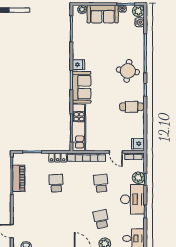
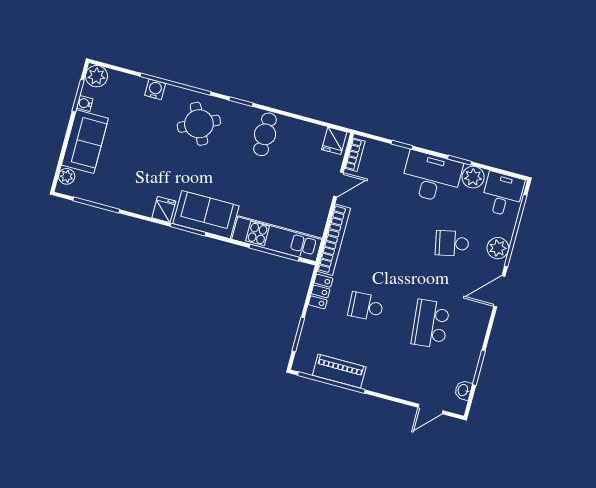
water cooler: (140, 22) -> (155, 89), moved
round table: (128, 71) -> (199, 124), turned -34
plant: (138, 178) -> (473, 177), moved
school desk: (101, 183) -> (430, 324), moved, width x1.85

